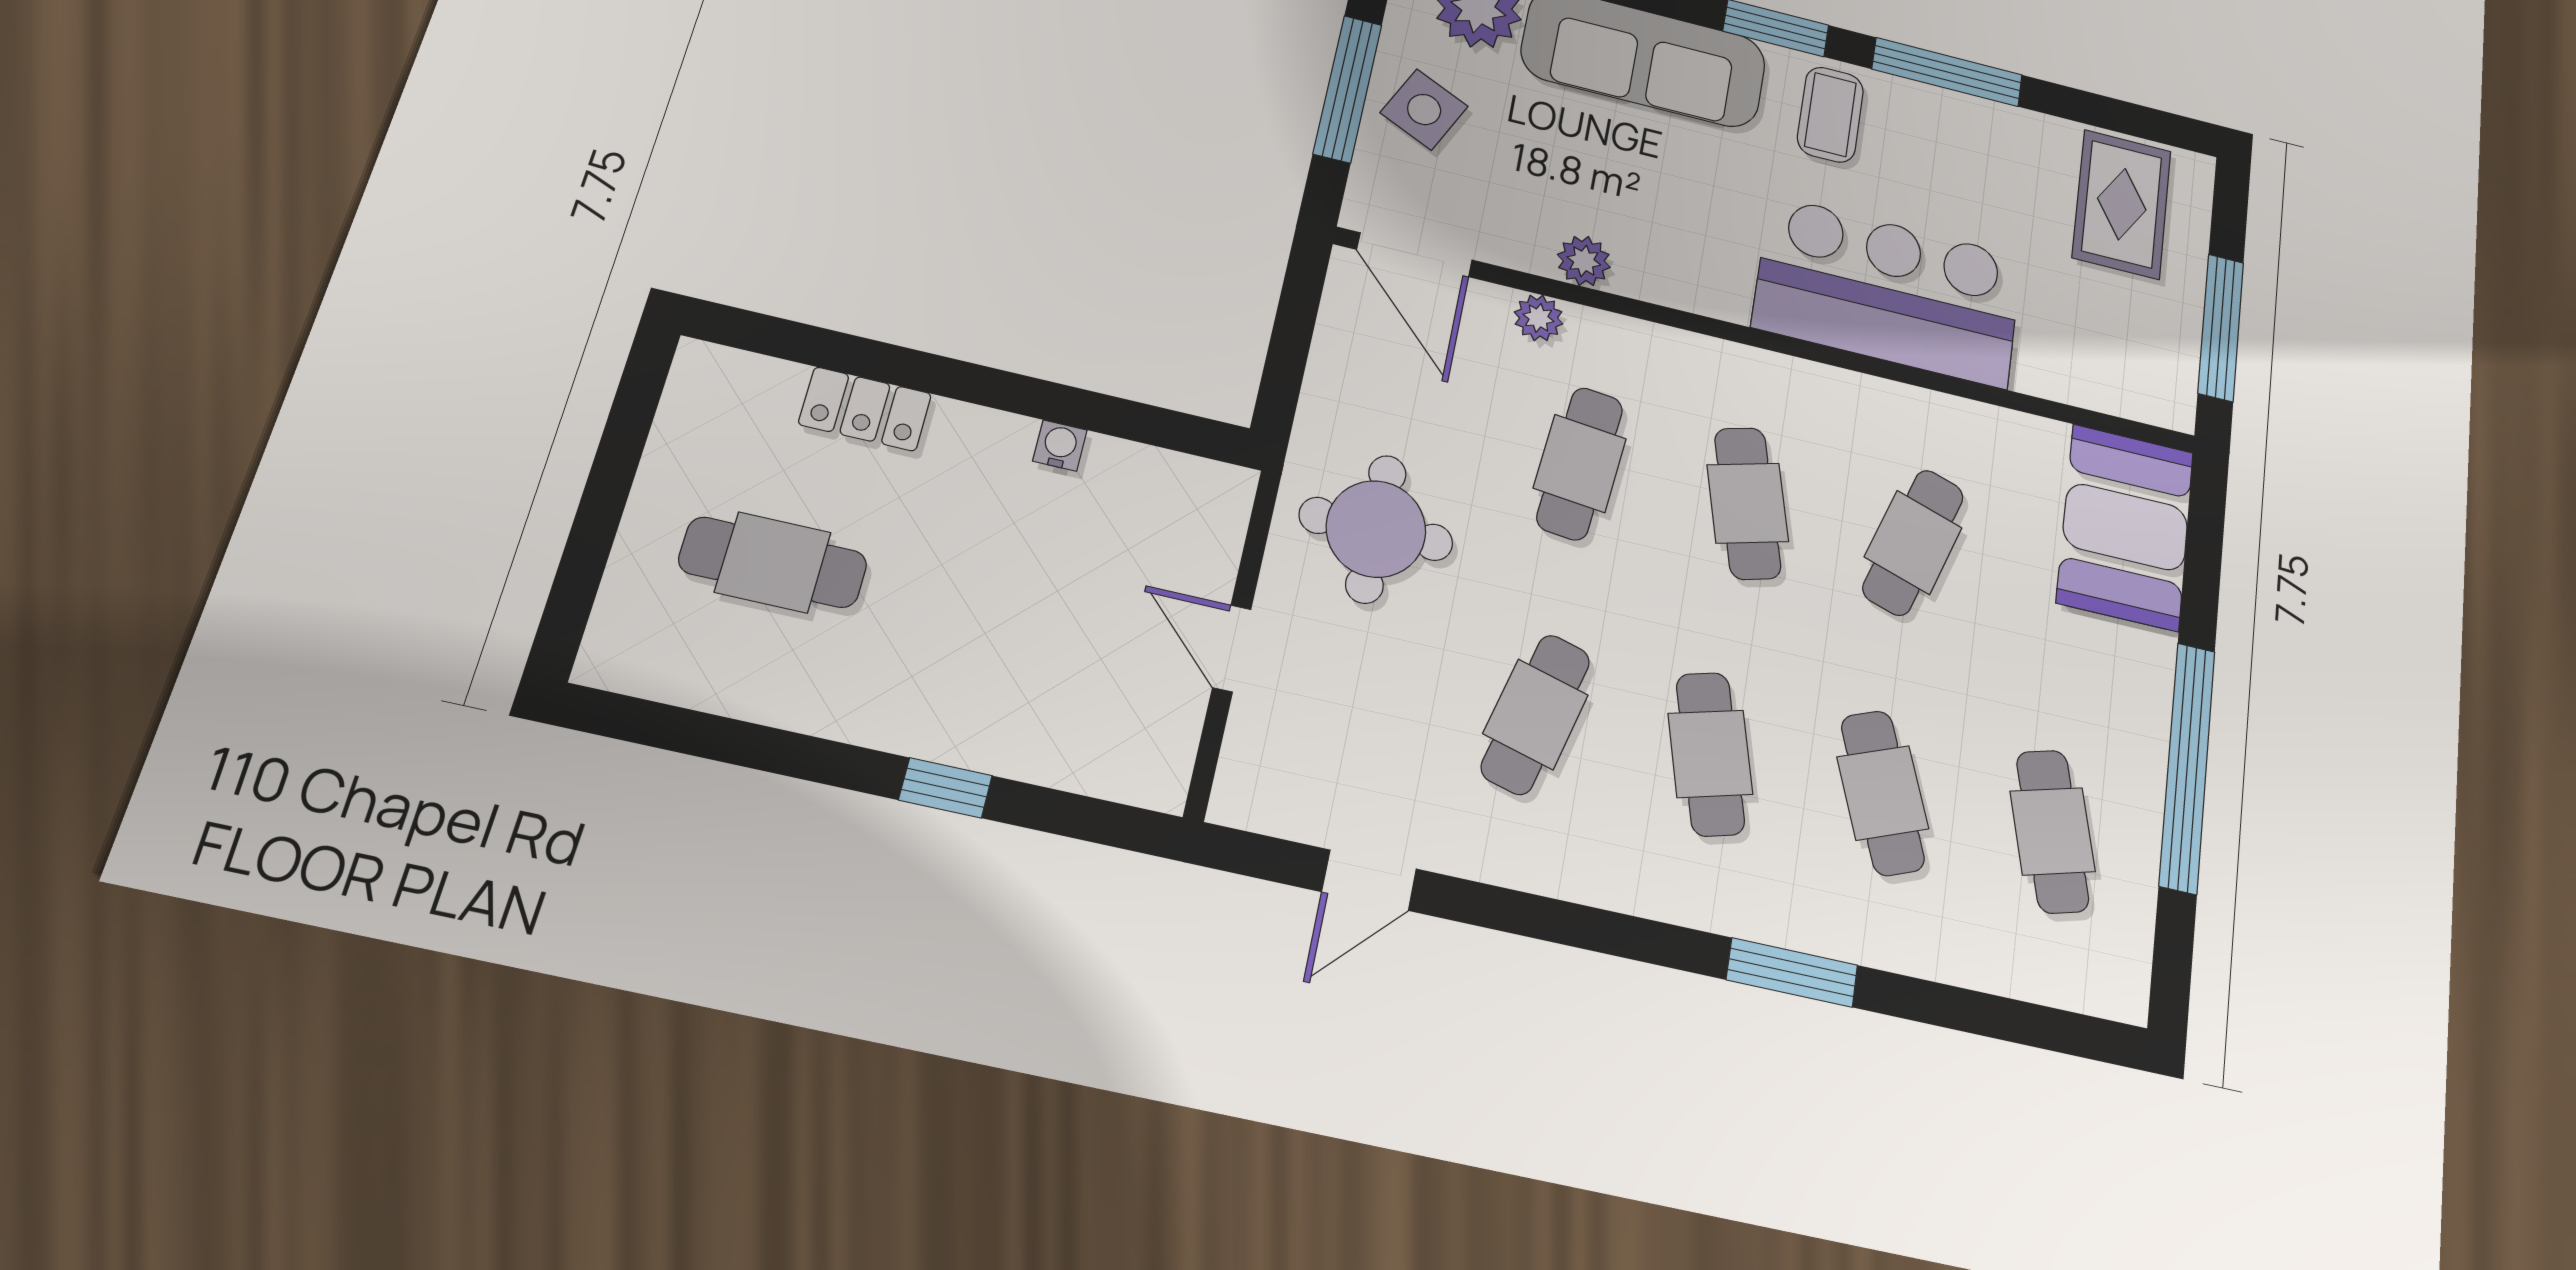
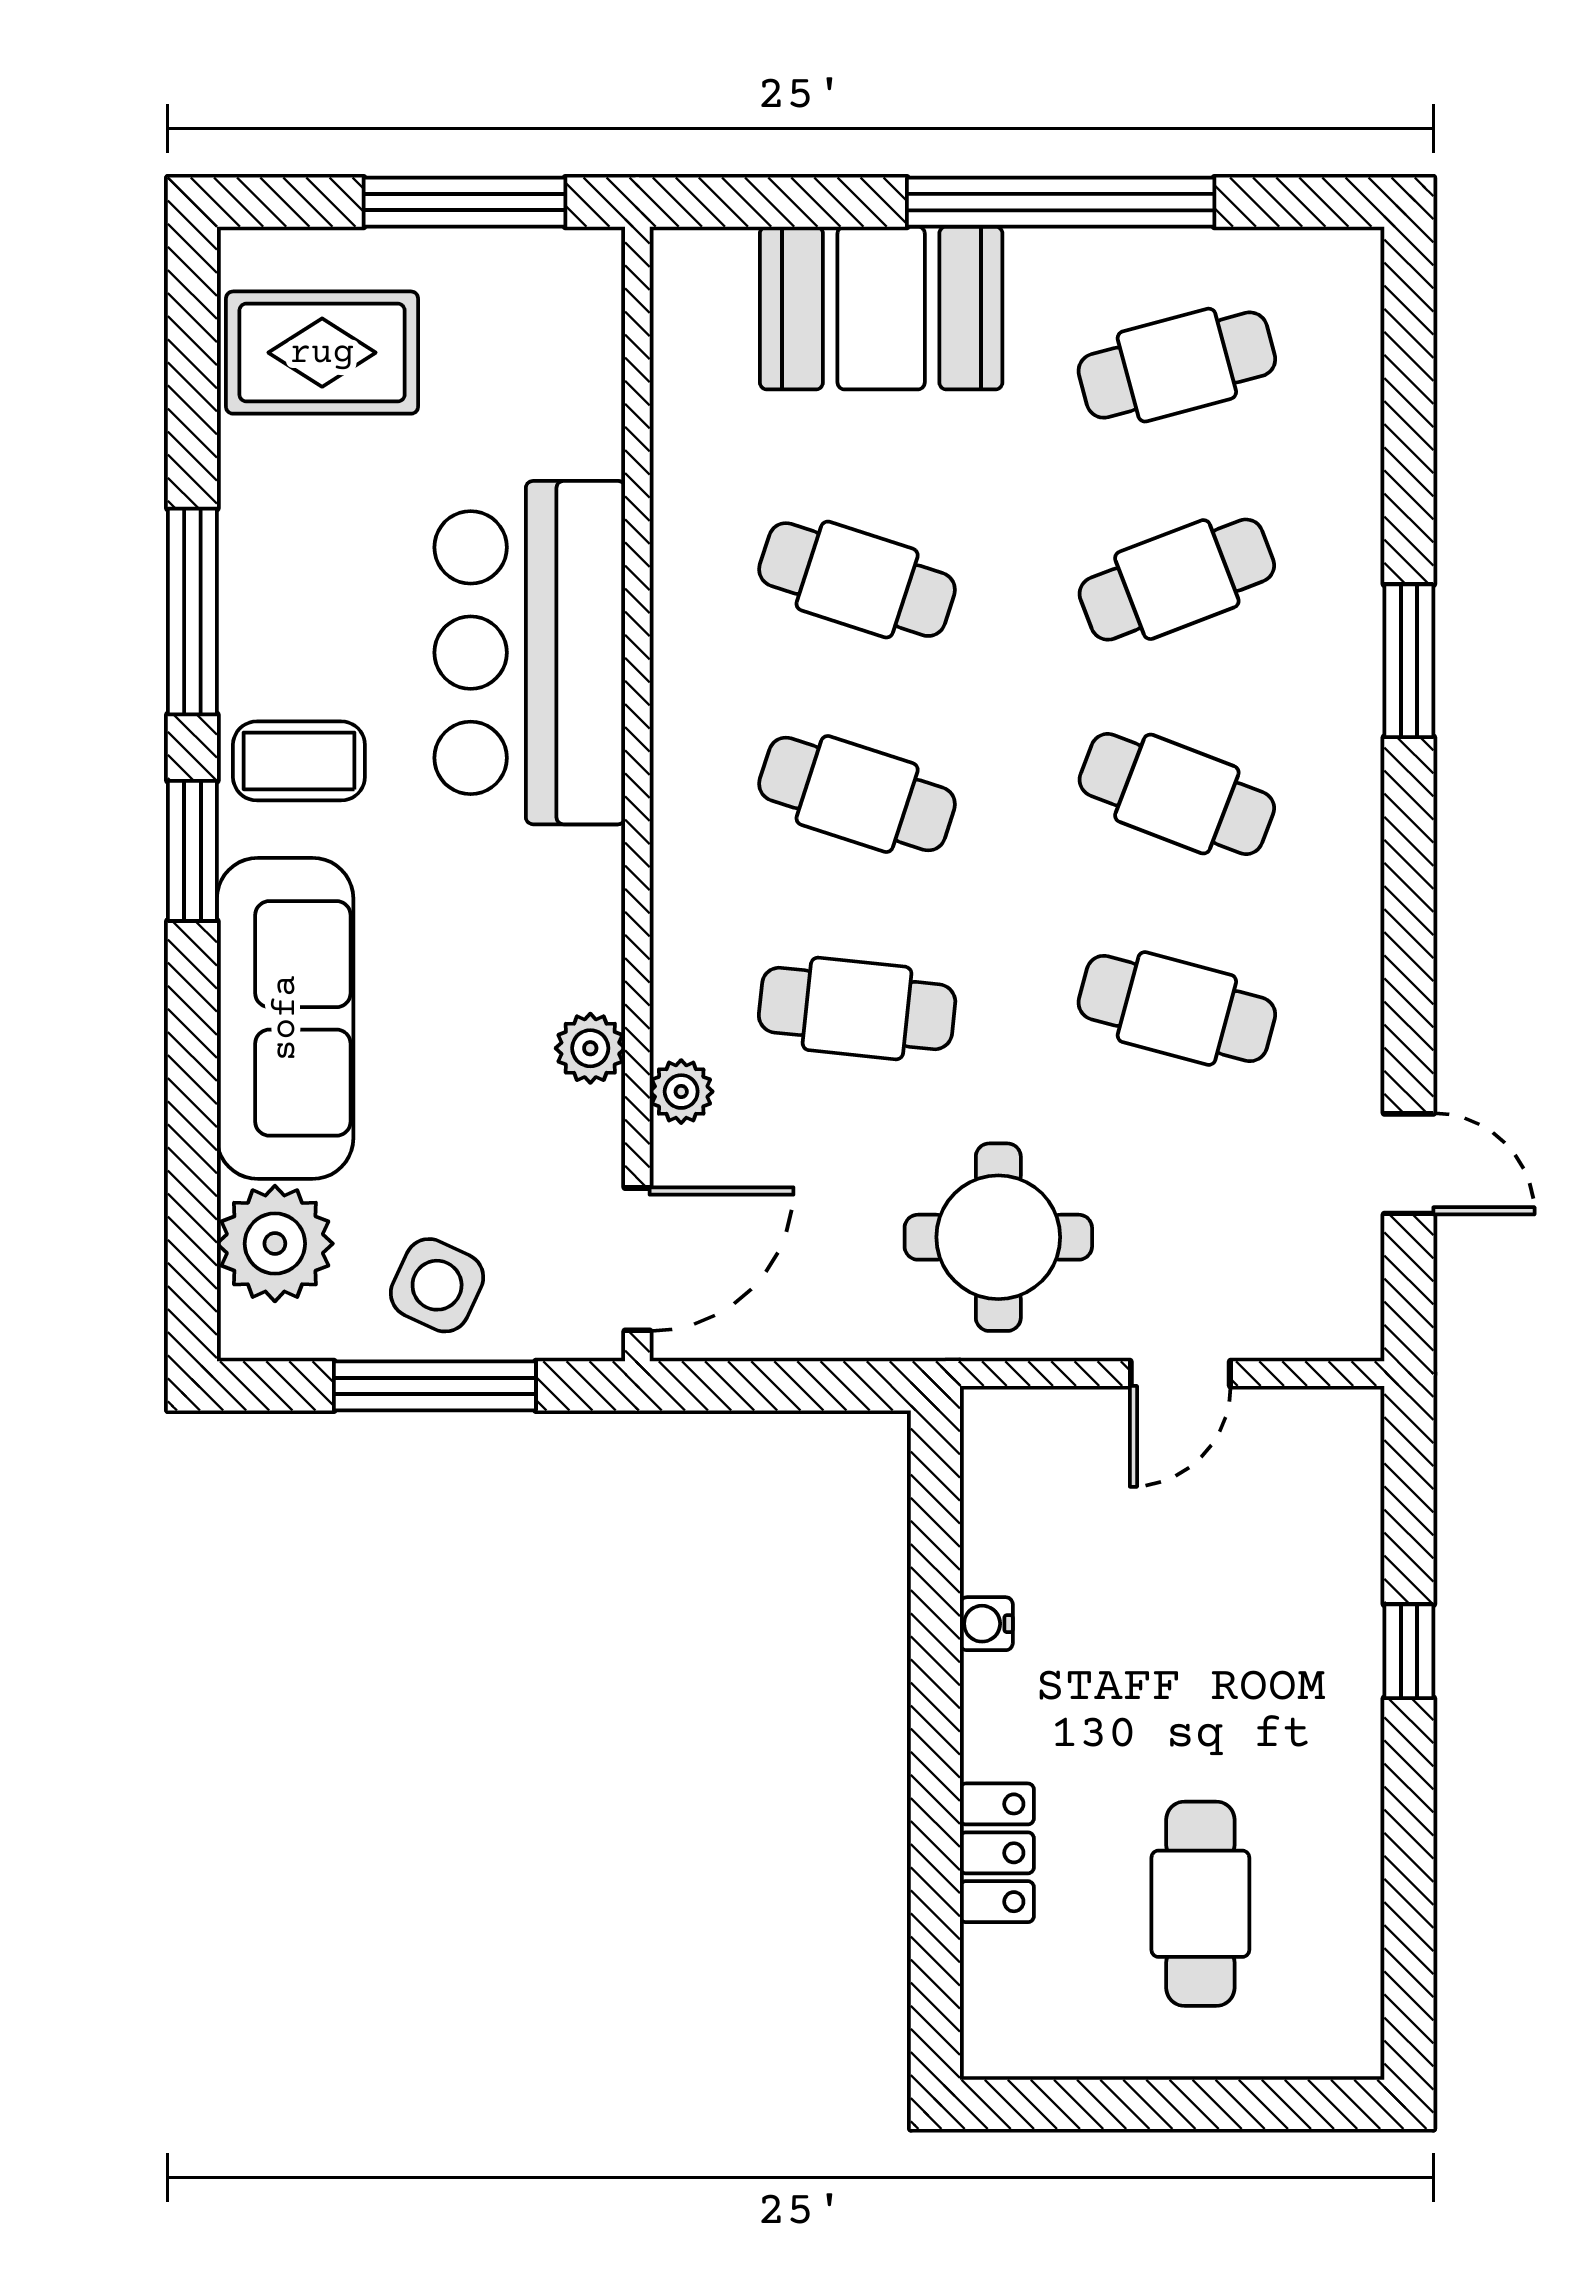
cafe table: (1748, 503) -> (857, 794), turned 33
booth: (2125, 527) -> (881, 308), moved
cafe table: (1710, 754) -> (1177, 794), turned 36

